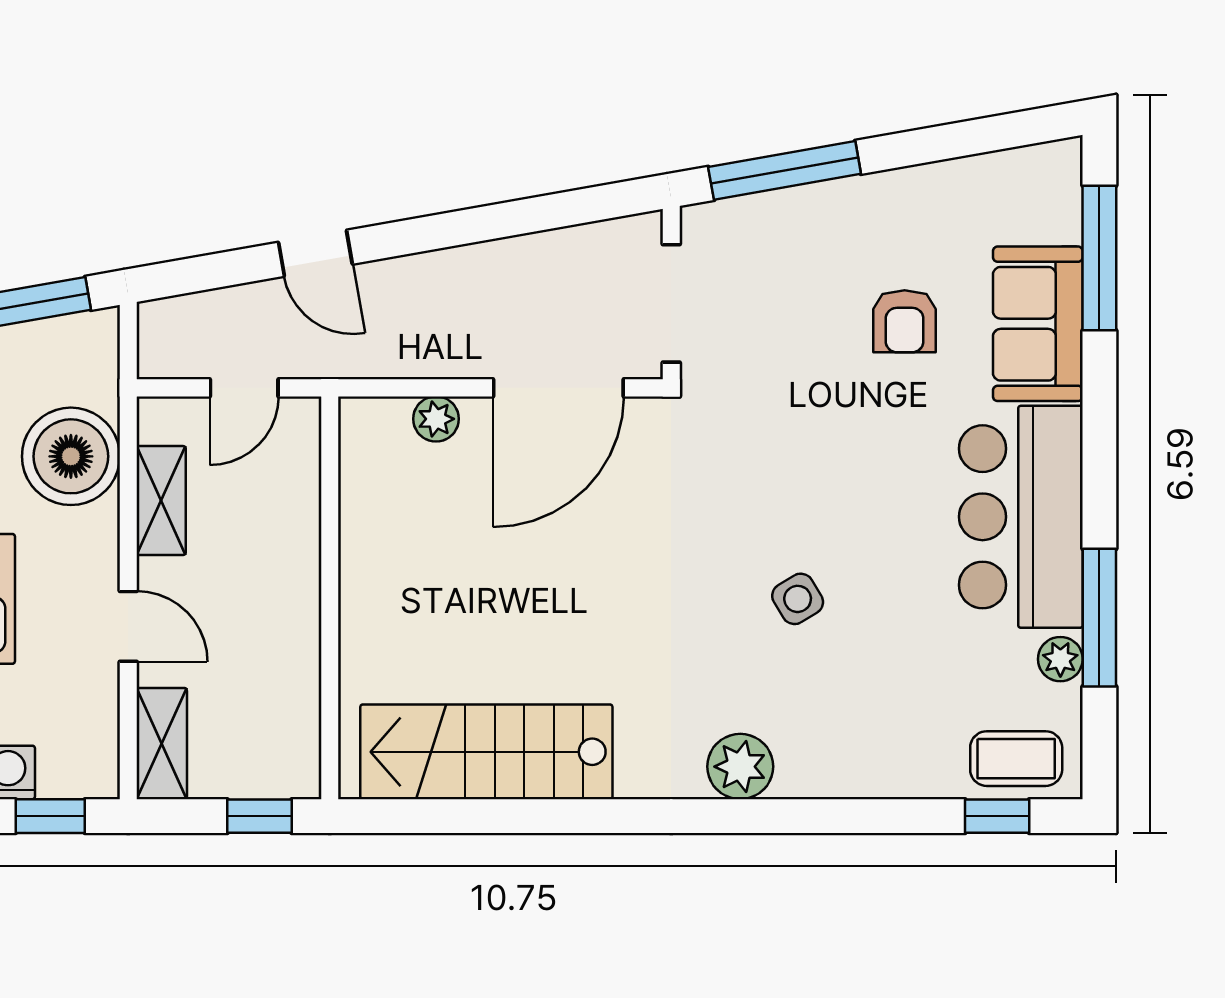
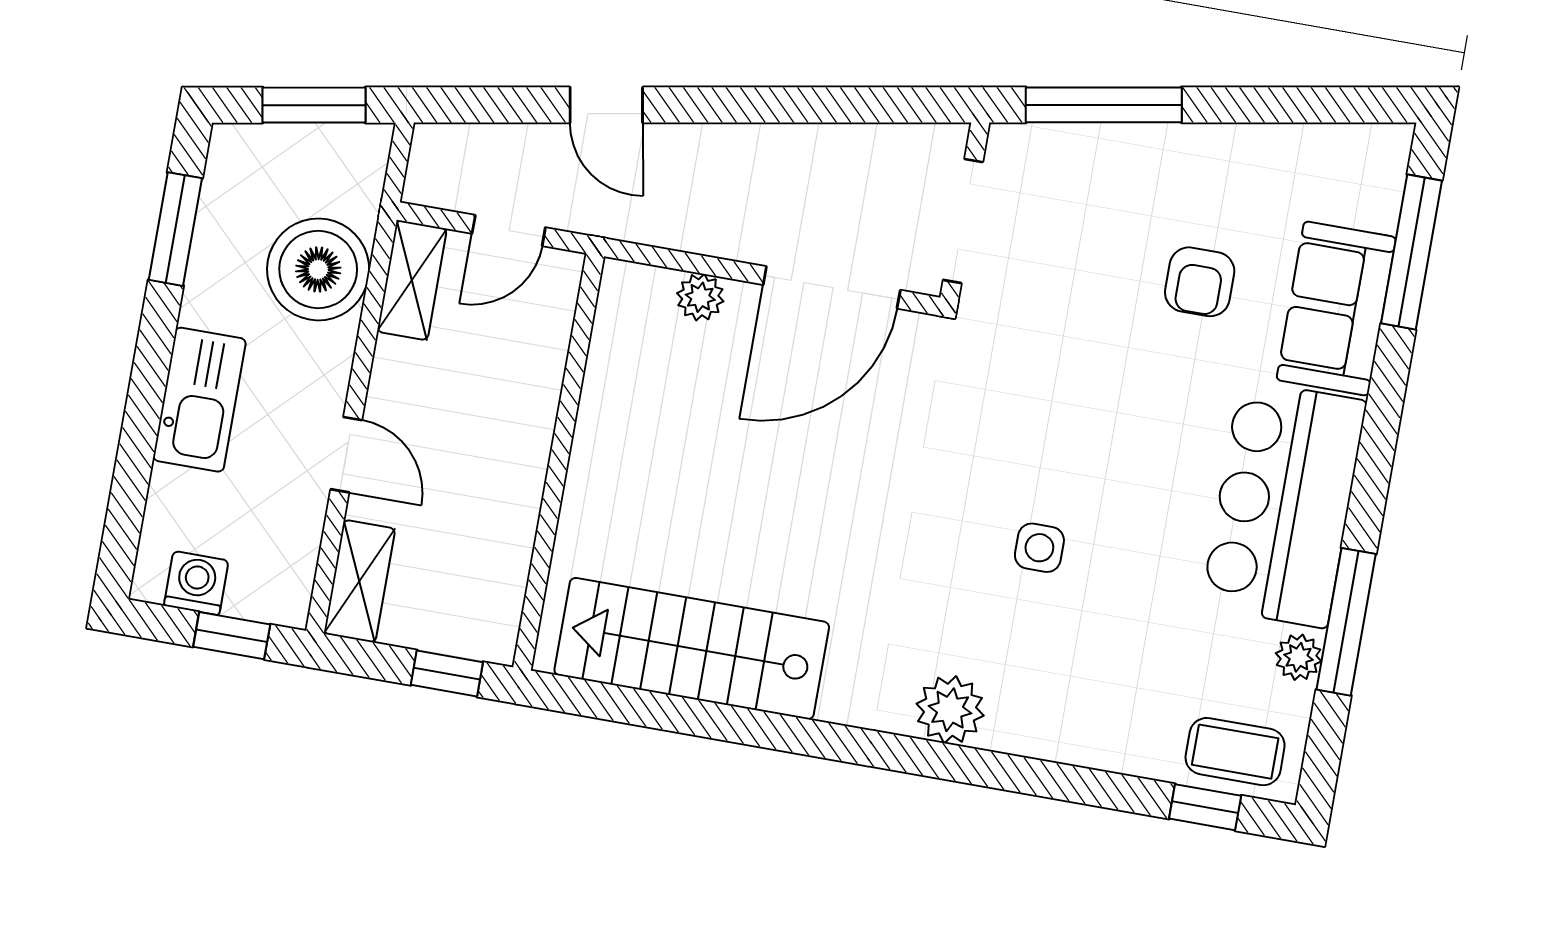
shelving: (161, 501) -> (412, 280), moved
side table: (798, 599) -> (1039, 548), turned 31

